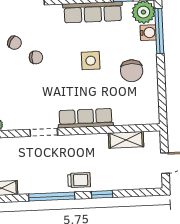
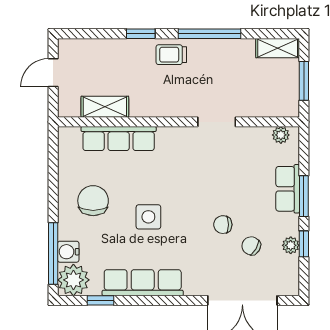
row of seats: (86, 118) -> (119, 139), moved

